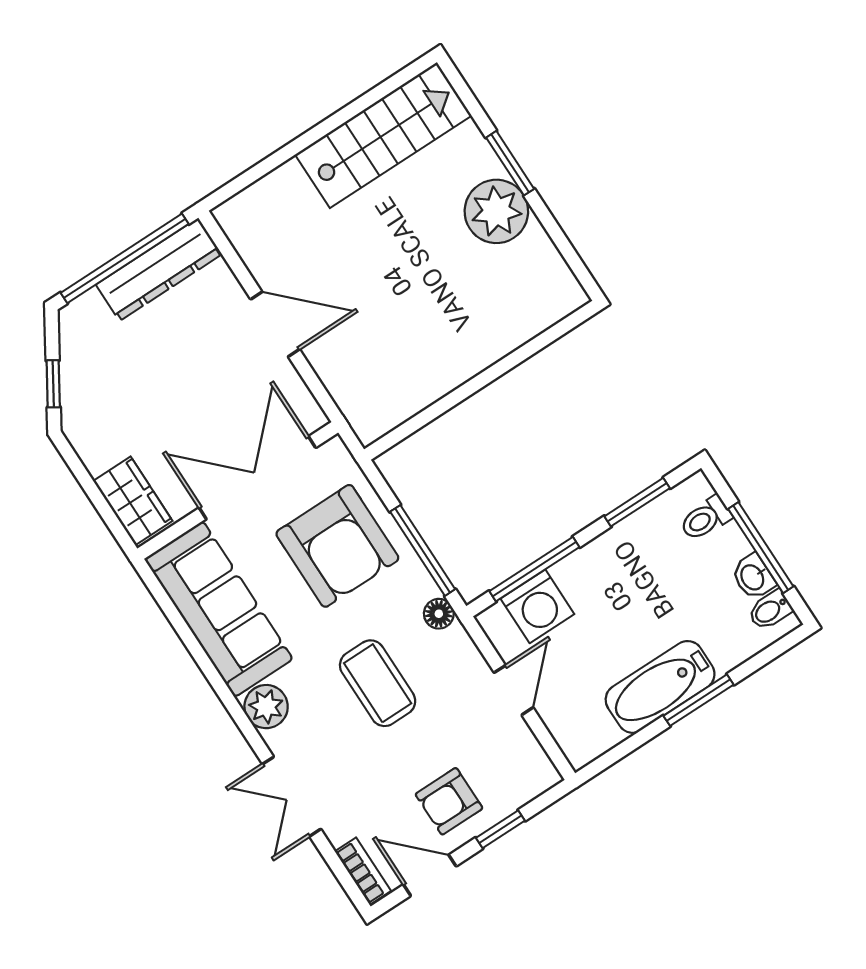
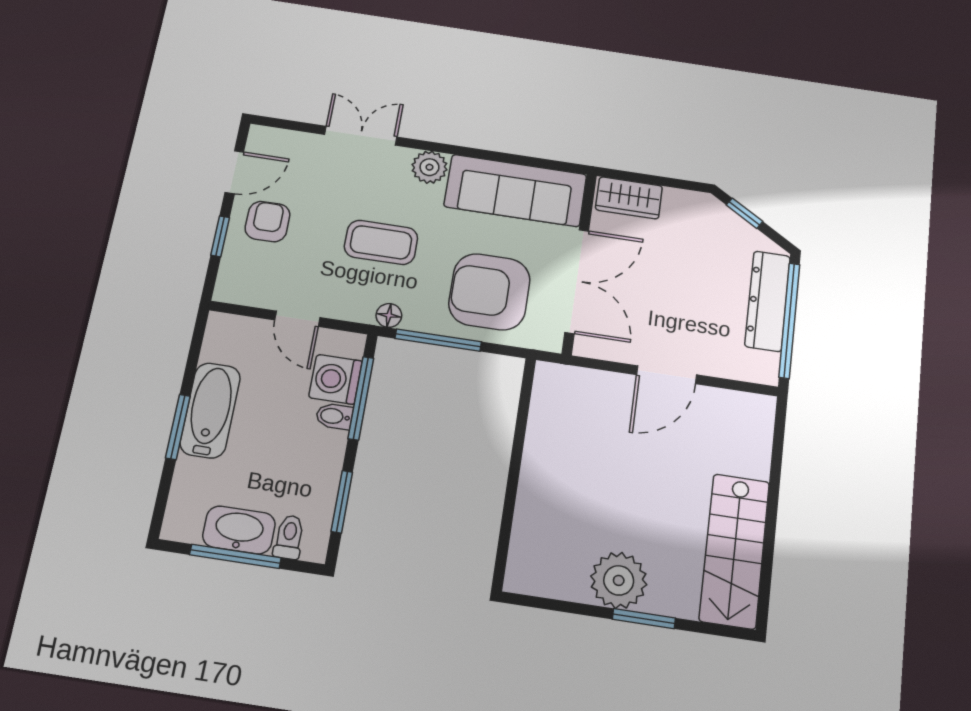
dresser: (159, 269) -> (768, 301), moved
washbasin: (753, 577) -> (239, 530), width x1.91, depth x1.45
bidet: (770, 610) -> (334, 416), moved, turned -90
bookcase: (363, 871) -> (276, 137), removed

